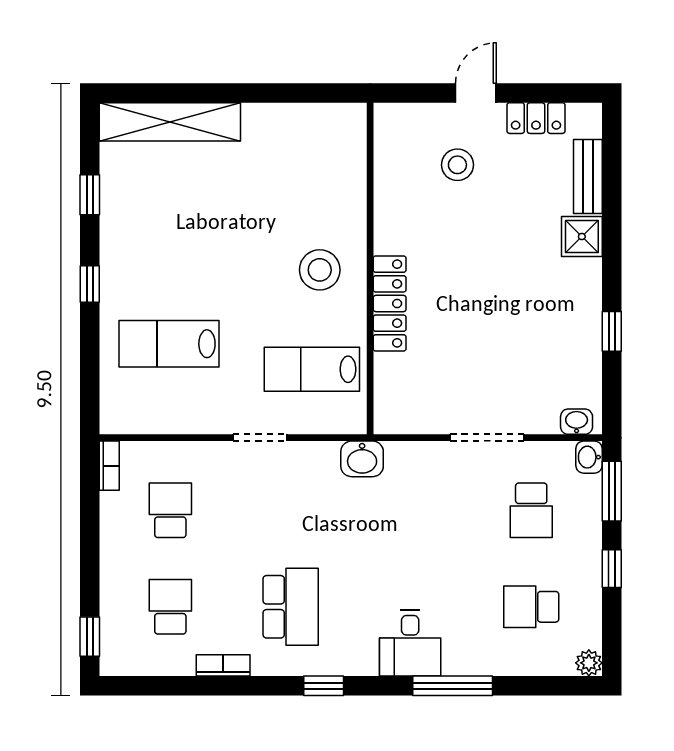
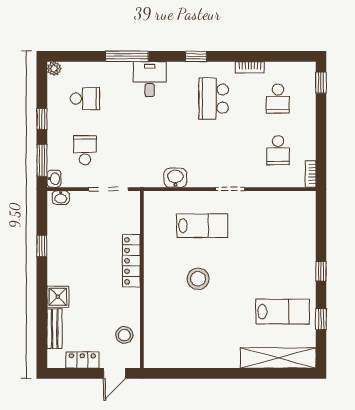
wall: (370, 269) -> (142, 279), moved
locker: (390, 304) -> (131, 261), moved
lab bench: (169, 344) -> (283, 312), moved

